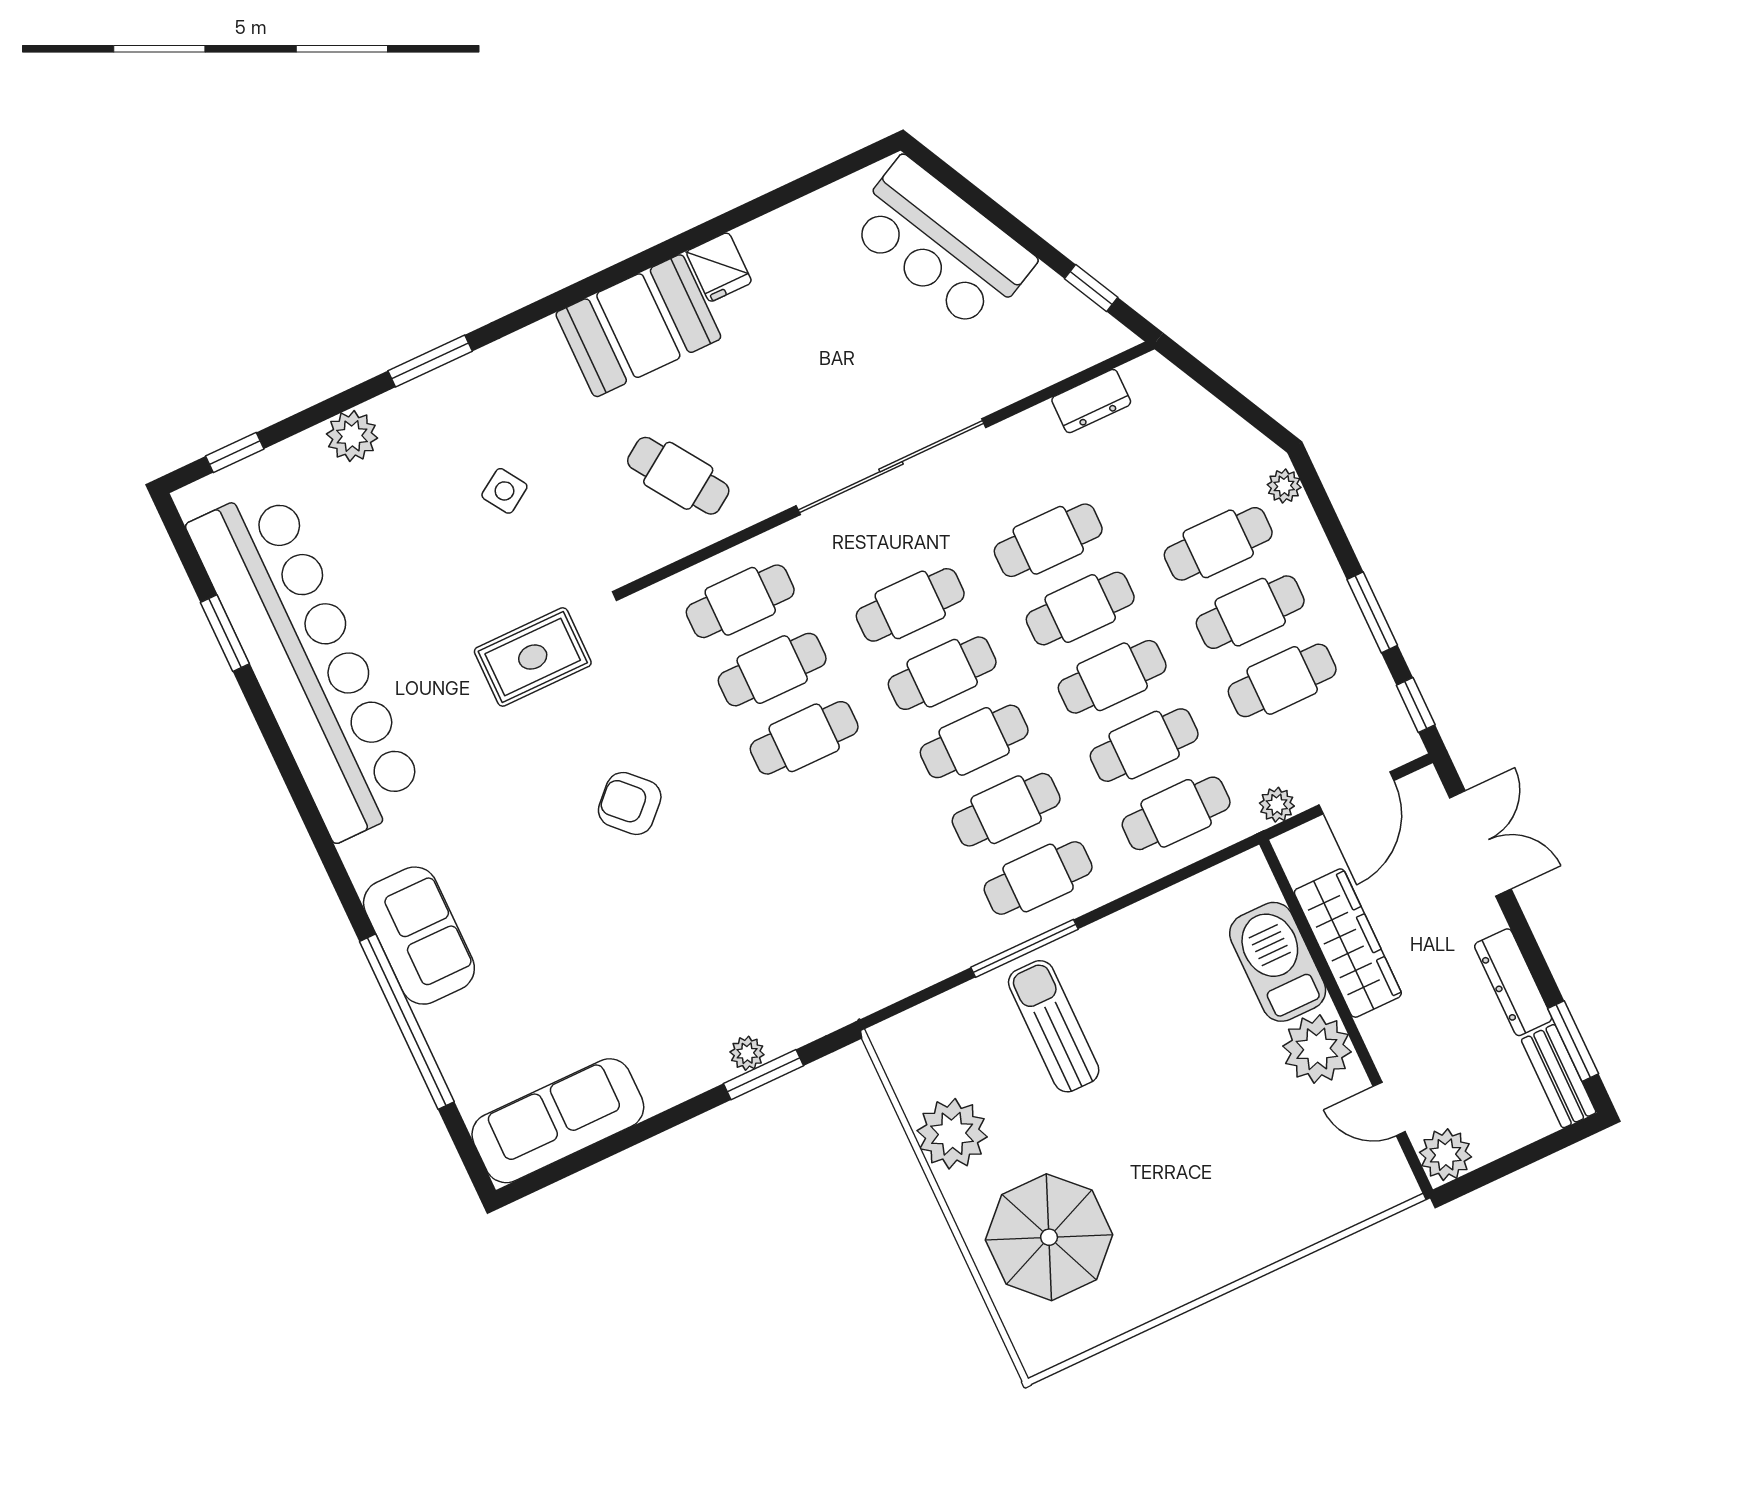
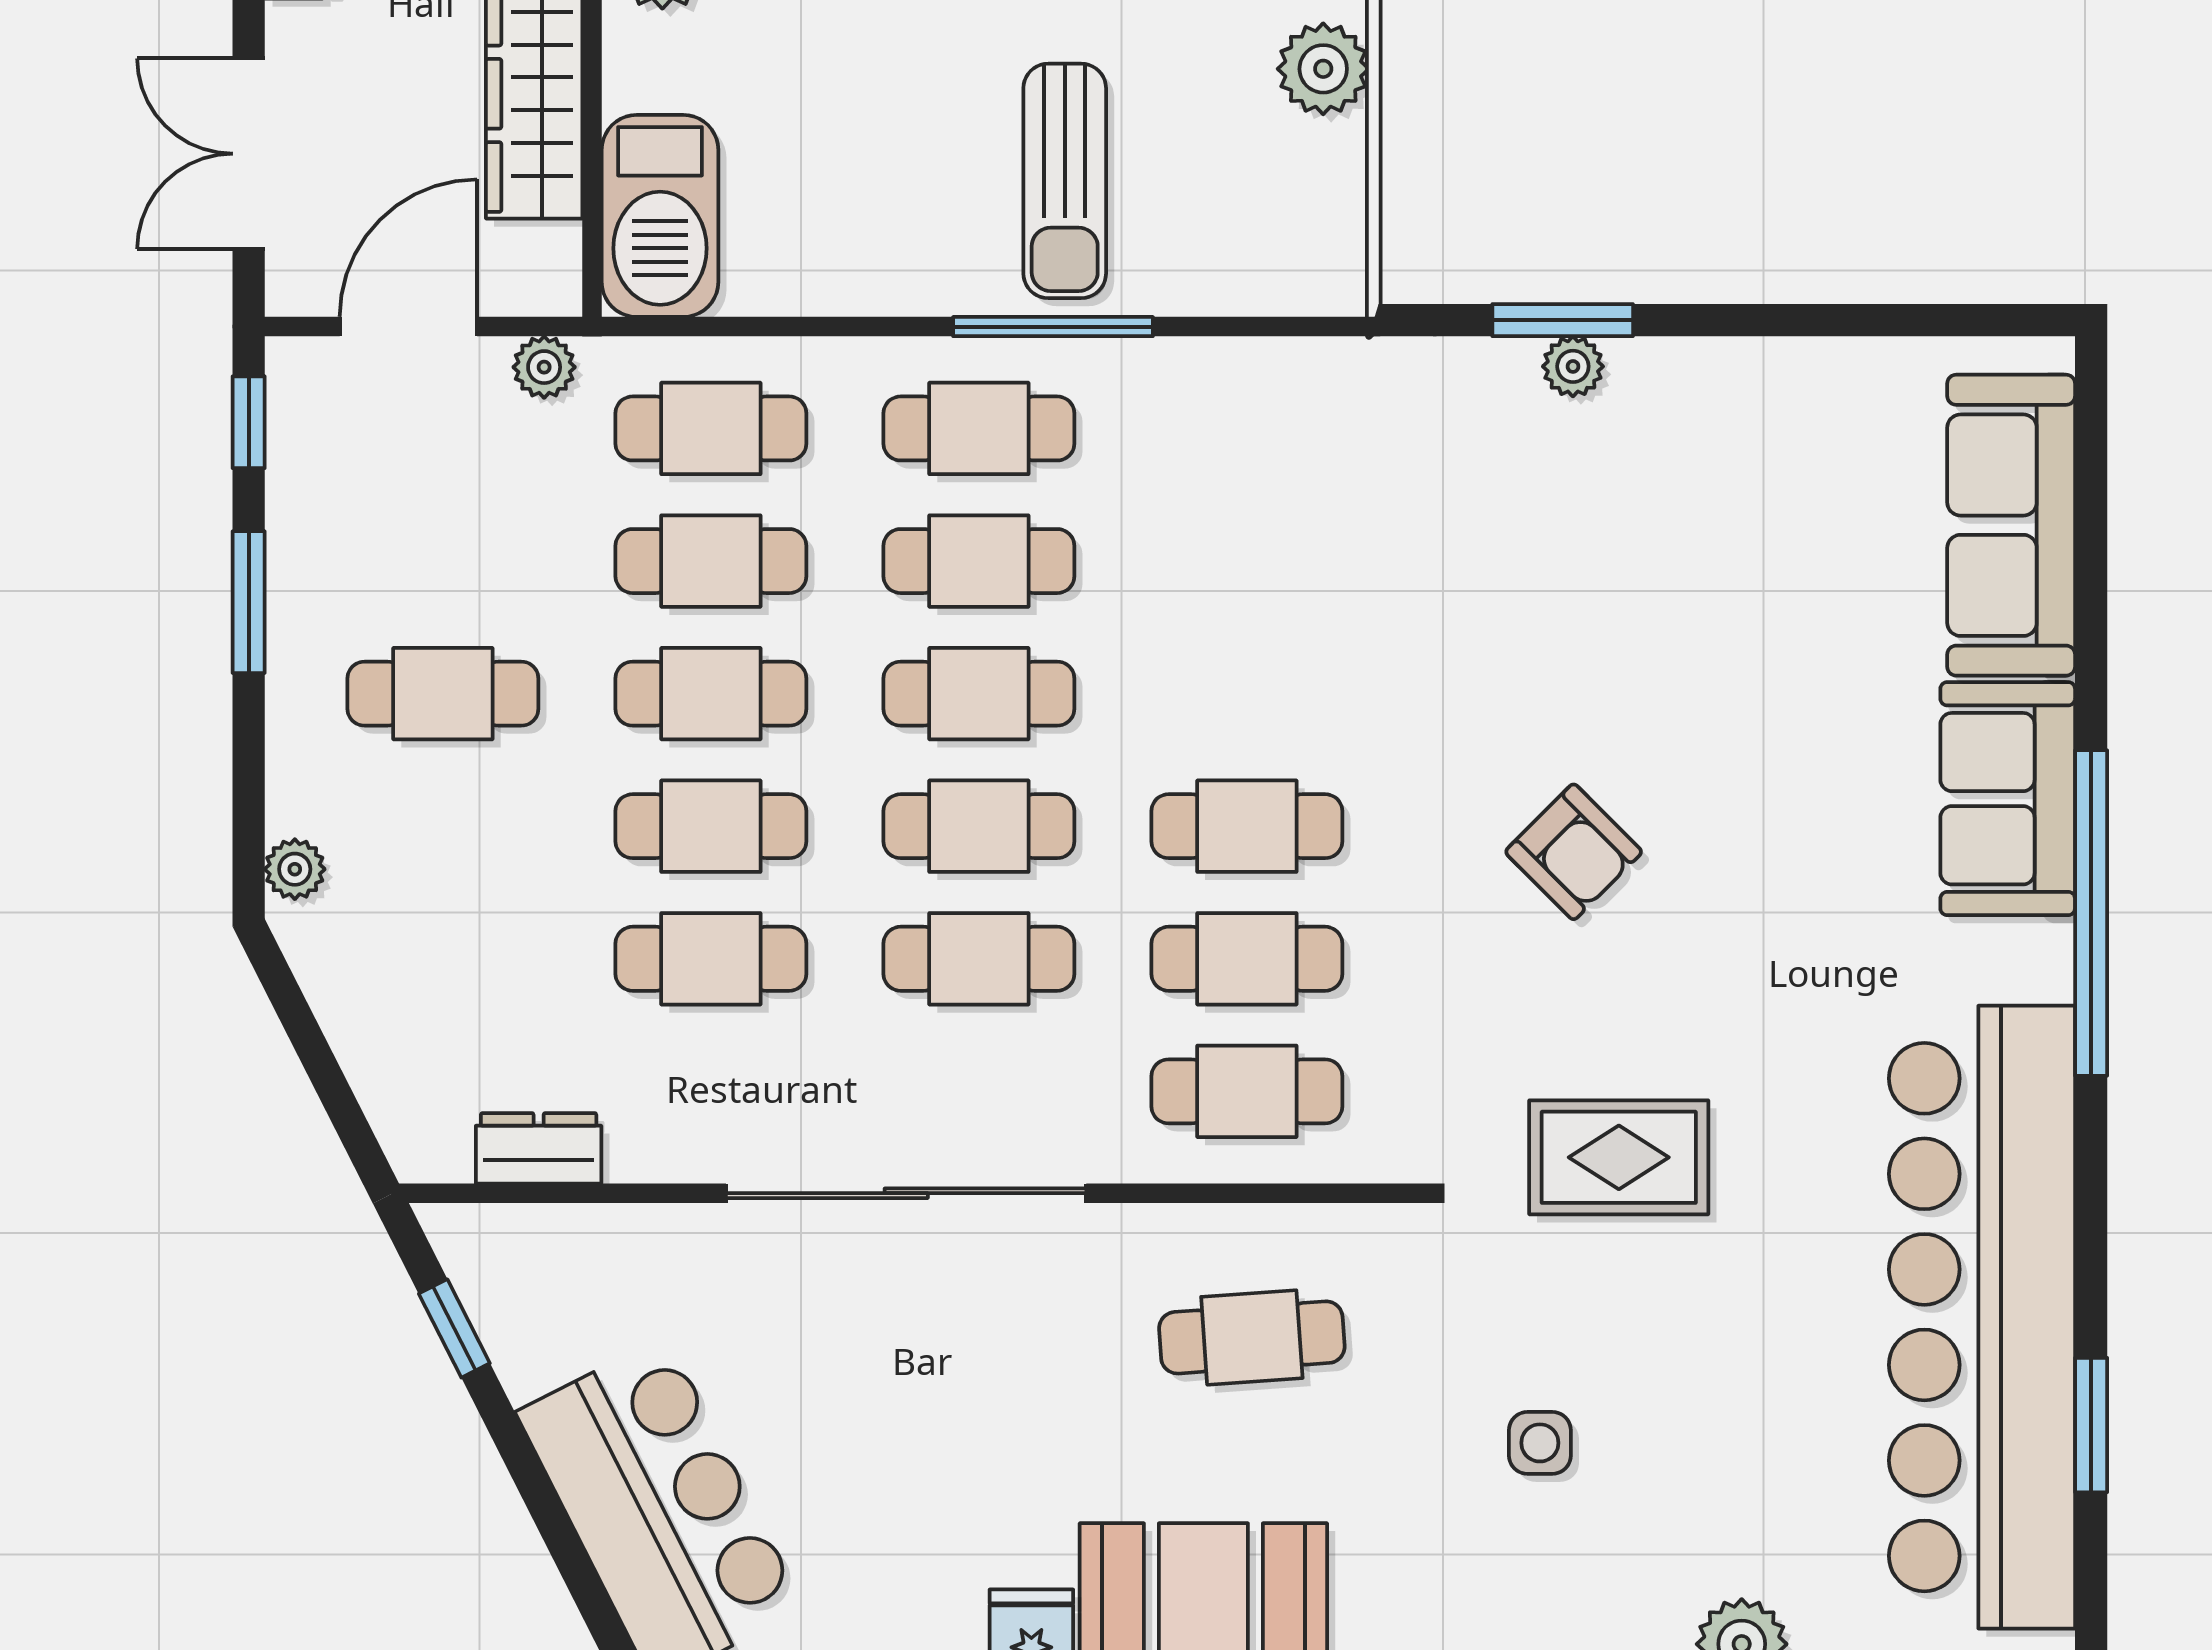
cafe table: (678, 476) -> (1252, 1337), turned -60
side table: (504, 491) -> (1540, 1443), turned 33
cafe table: (1218, 544) -> (443, 826), removed
cafe table: (1282, 680) -> (443, 561), removed
barbecue: (1278, 962) -> (660, 216), moved
window: (407, 1022) -> (2091, 913), moved
sofa: (558, 1121) -> (2011, 525), moved, turned 90
plant: (952, 1134) -> (1323, 69), width x0.73, depth x0.73

